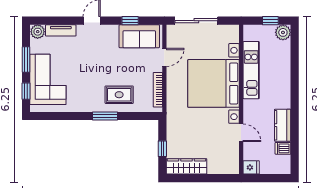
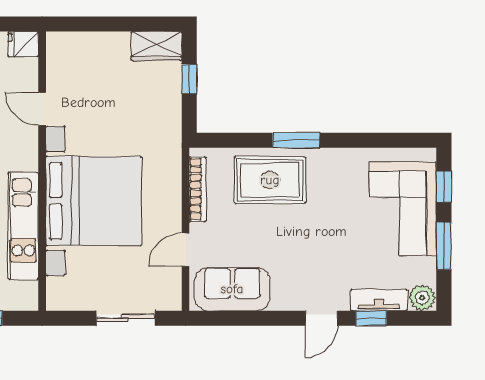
window: (130, 21) -> (371, 318), moved
sliding door: (196, 21) -> (126, 318), width x0.73
rug: (119, 95) -> (270, 180), width x1.36, depth x1.43
wardrobe: (187, 166) -> (157, 46), width x0.67

